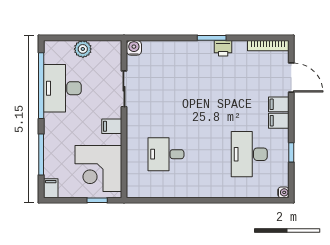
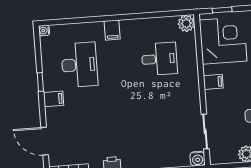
sliding door: (124, 89) -> (205, 131), moved
filing cabinet: (279, 104) -> (112, 30), moved, turned 90
window: (291, 152) -> (40, 82), moved
plant: (135, 189) -> (186, 23), added

